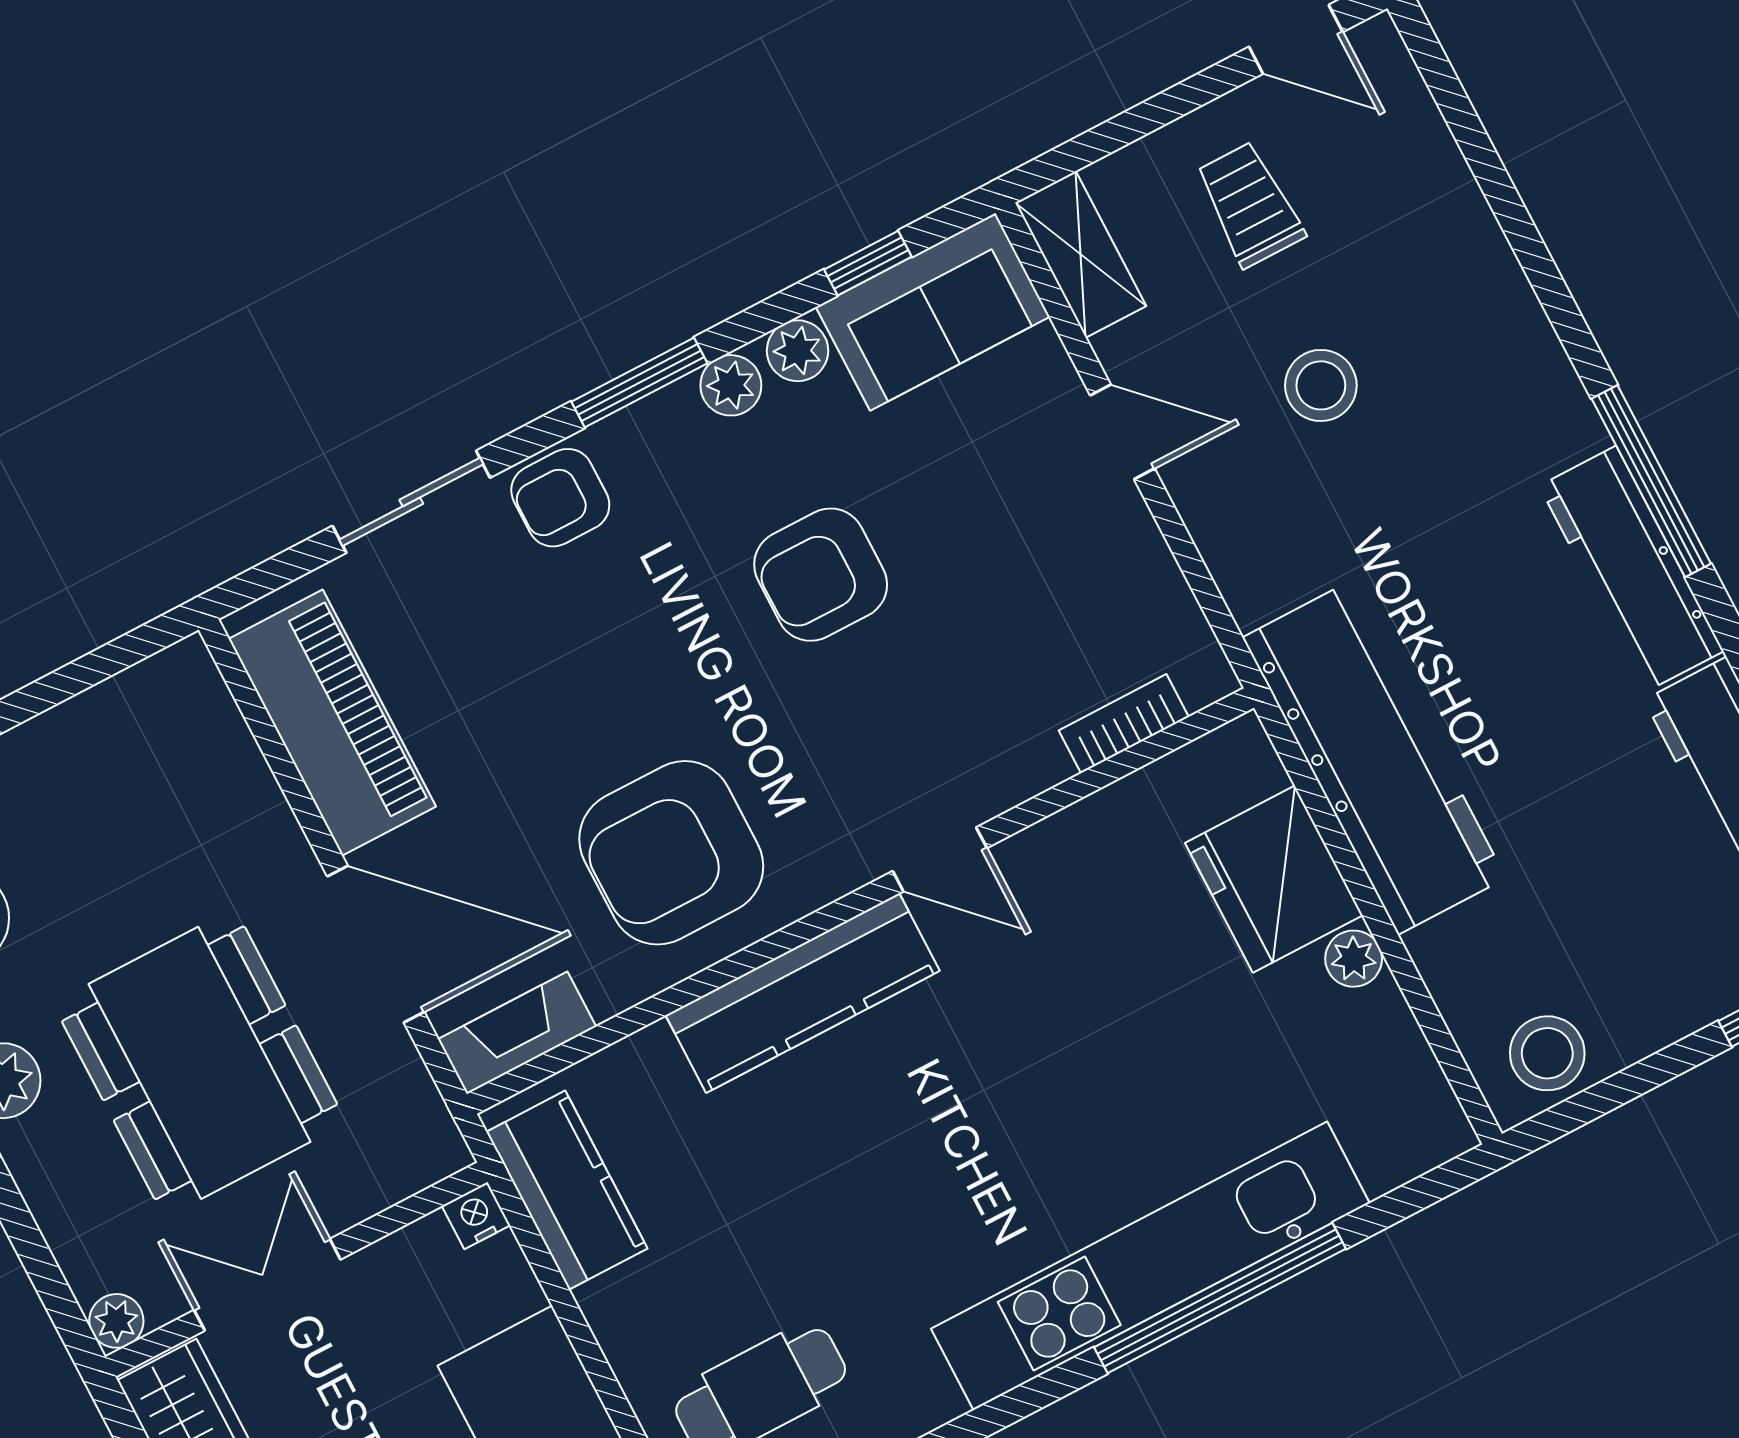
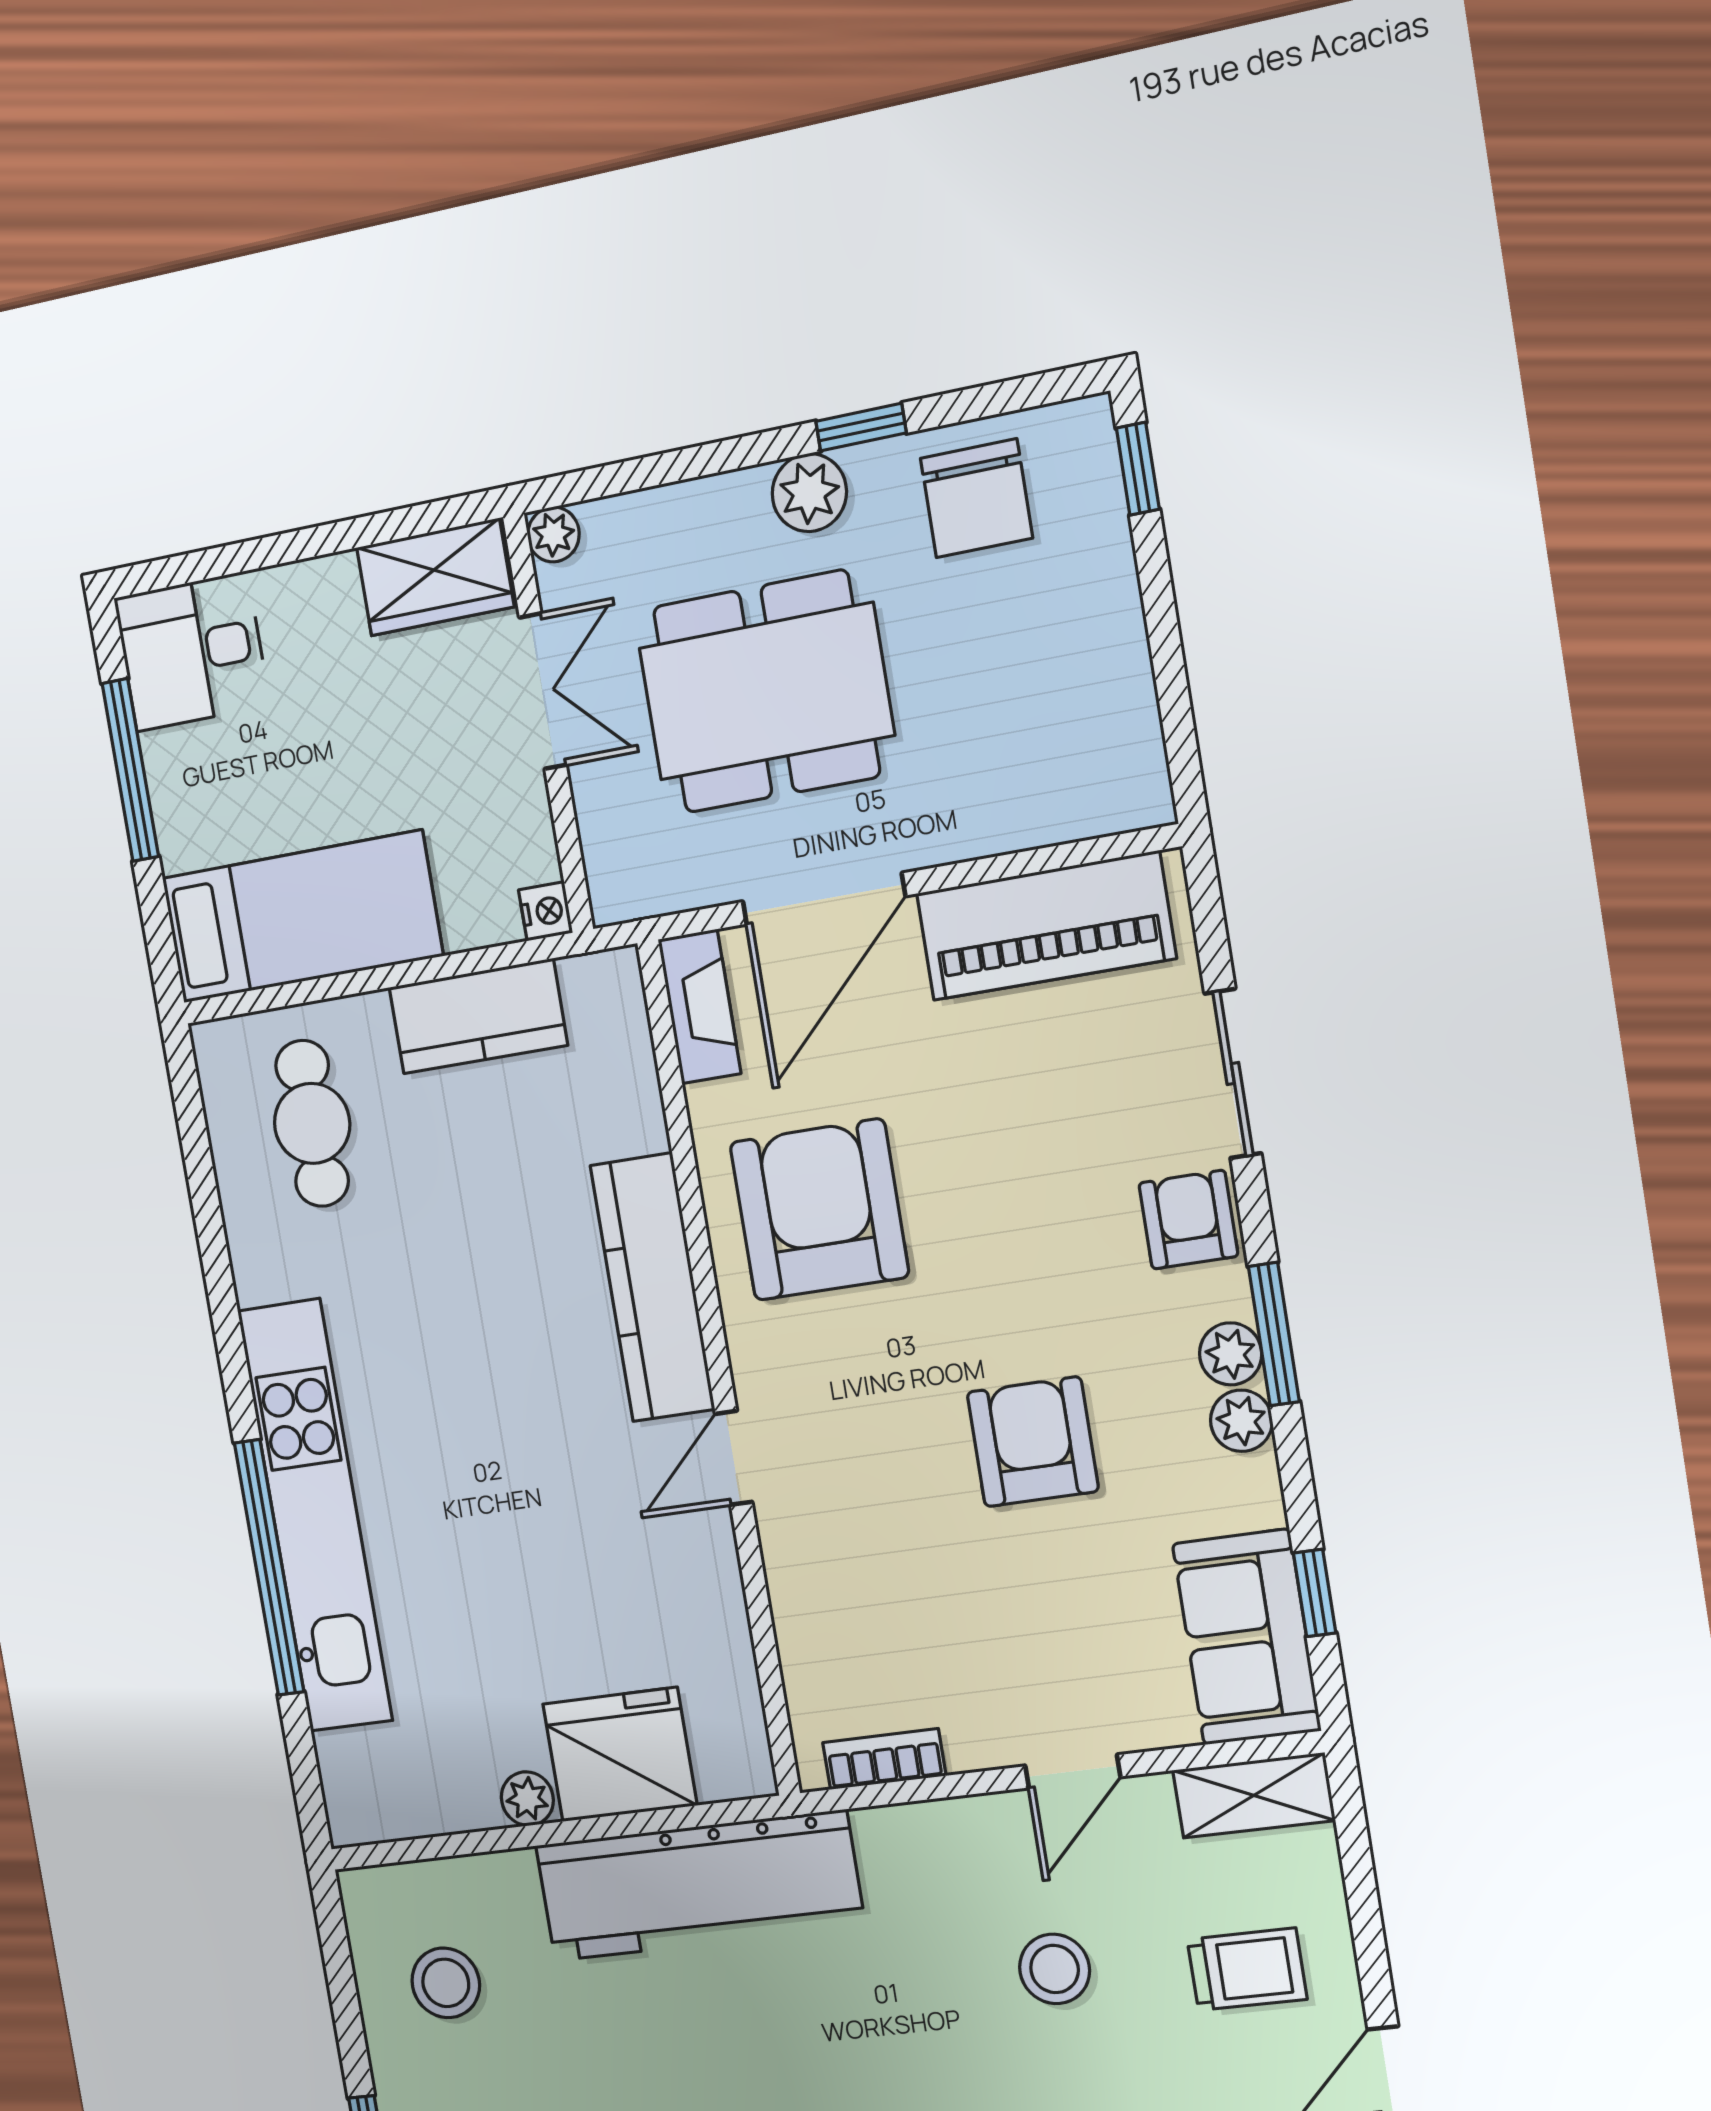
plant: (798, 351) -> (1231, 1354), moved
bookcase: (1124, 724) -> (884, 1759), moved, turned -90
stool: (1547, 1053) -> (446, 1983), moved
kitchen counter: (567, 1190) -> (478, 1016), moved

